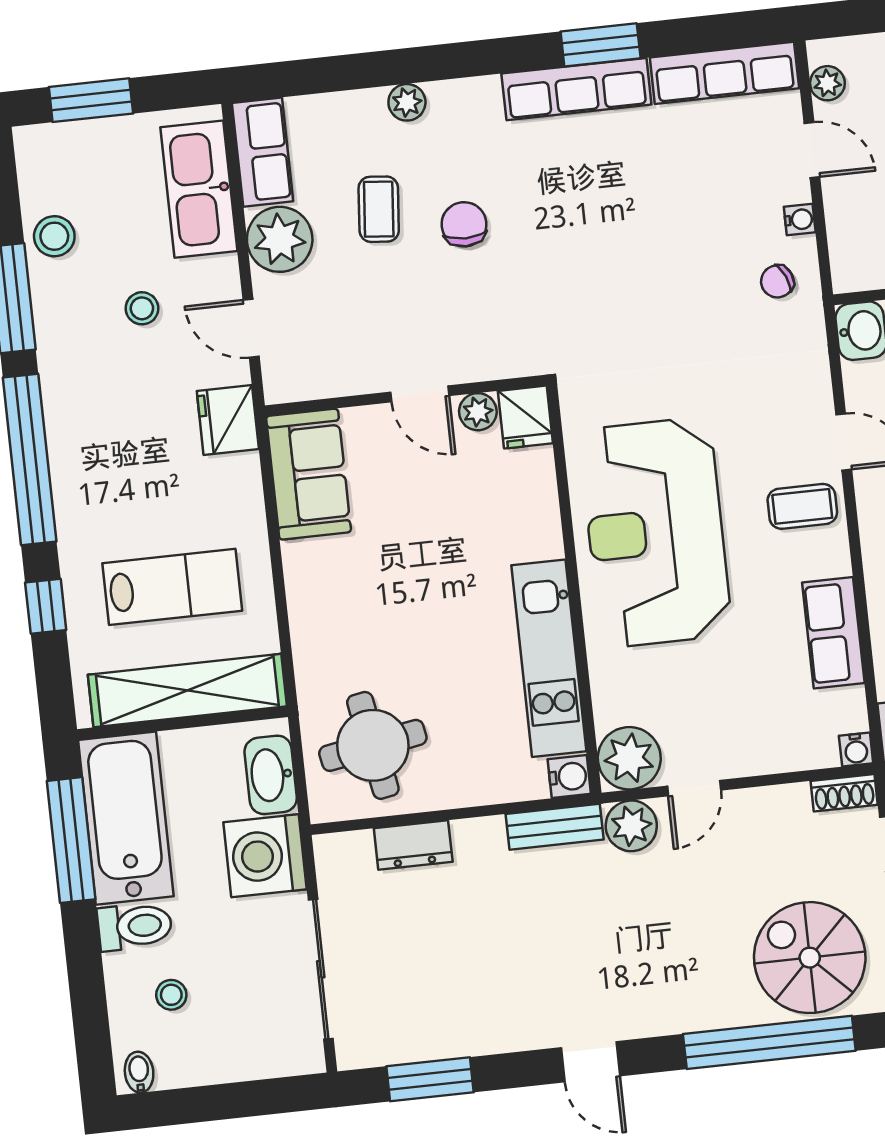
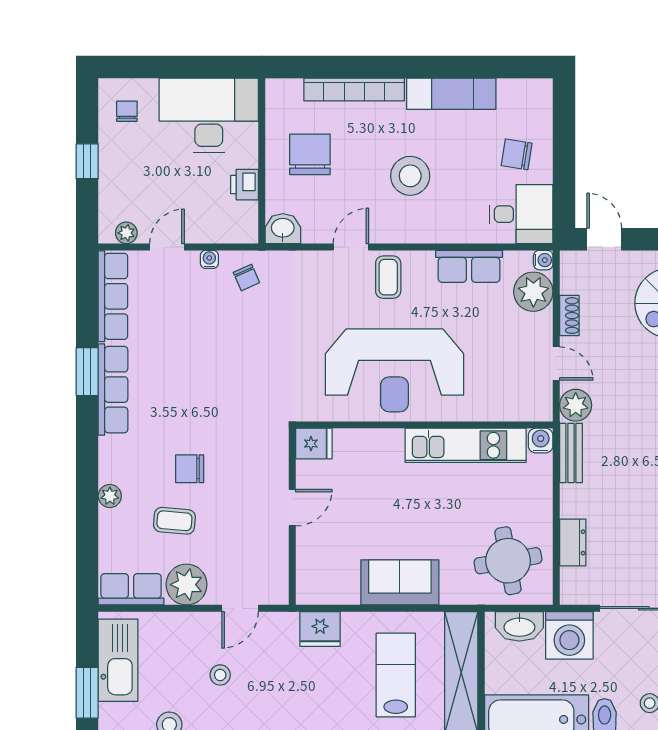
kitchen sink: (199, 189) -> (118, 660), moved, turned -90
plant: (478, 412) -> (307, 473), removed
fridge: (228, 420) -> (320, 629), moved
sofa: (309, 474) -> (400, 582), moved
plant: (629, 758) -> (533, 292), moved
shoe rack: (844, 793) -> (569, 316), moved

